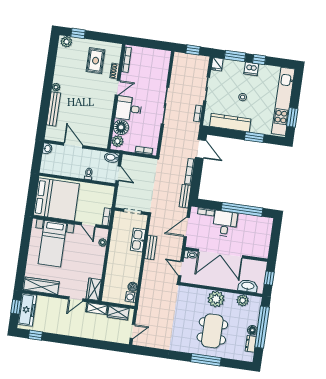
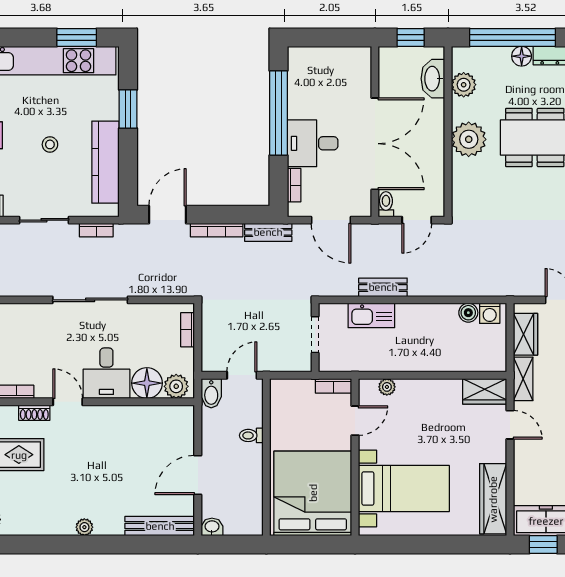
bench: (53, 109) -> (160, 526), moved

